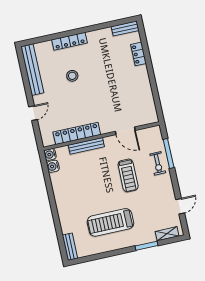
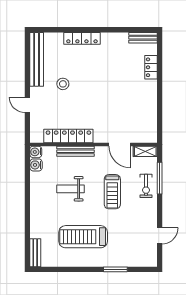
stool: (72, 76) -> (63, 84), moved
door: (33, 113) -> (27, 105), swing flipped
weight bench: (89, 181) -> (71, 189), added
shelving: (167, 234) -> (145, 151), moved

